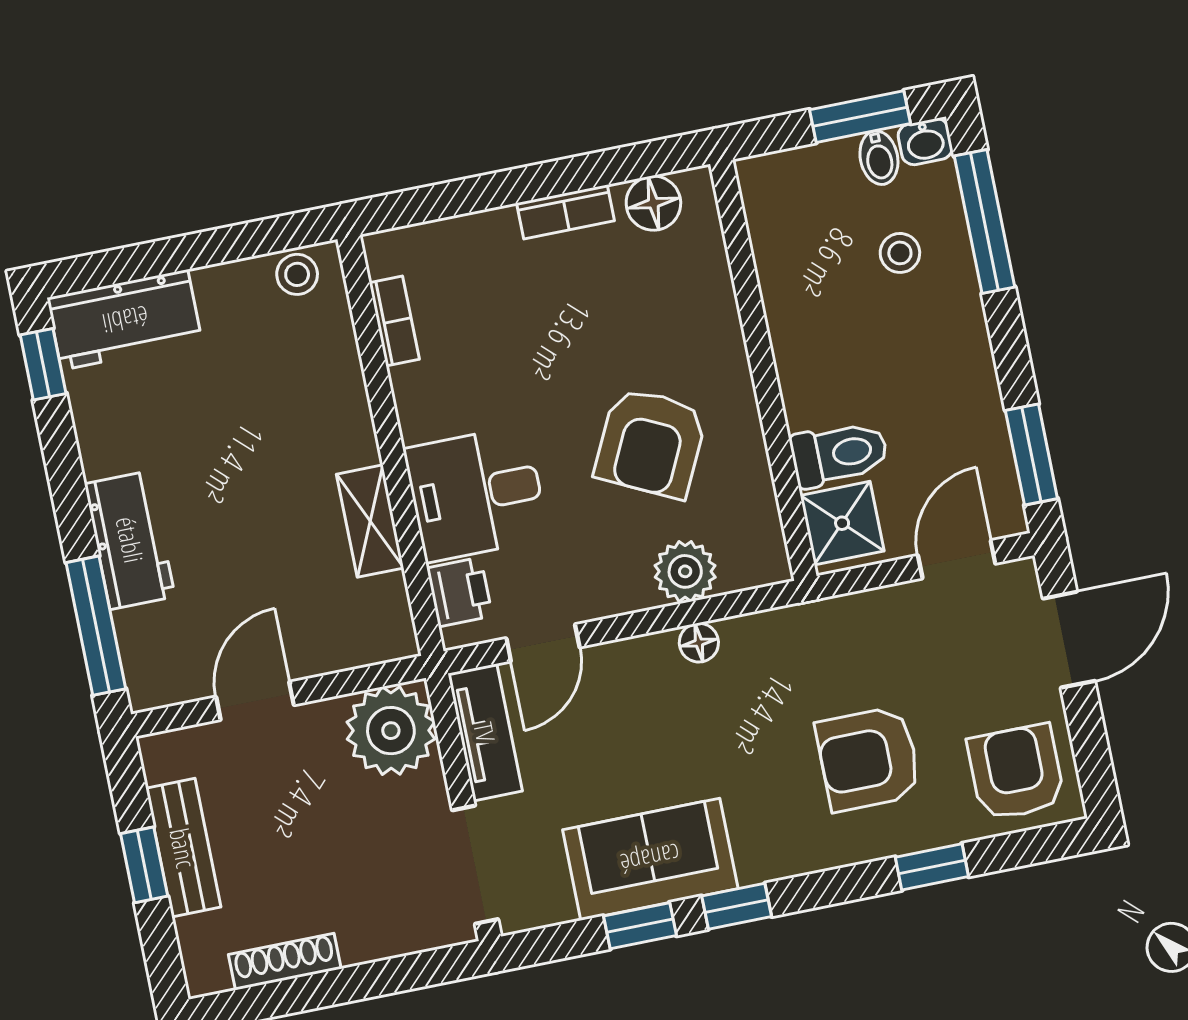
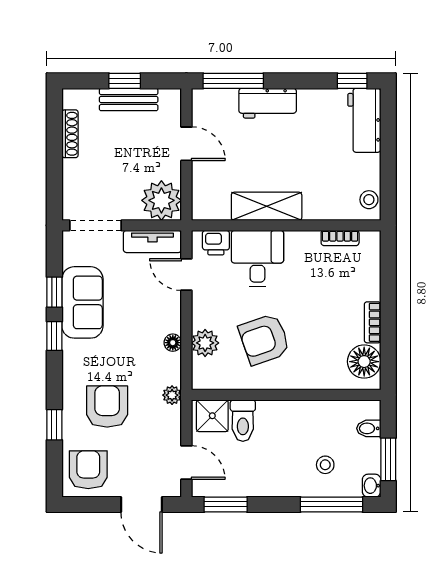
bidet: (879, 158) -> (369, 428), moved
floor lamp: (653, 203) -> (364, 362), width x1.38, depth x1.38
armchair: (651, 443) -> (264, 339), turned -45
shelving: (370, 521) -> (267, 206), width x1.50, depth x1.33
plant: (815, 621) -> (172, 395), added
armchair: (1016, 772) -> (88, 470), turned -90

